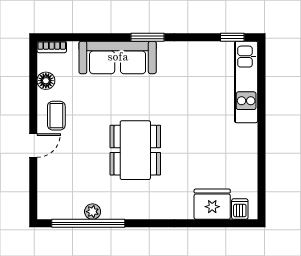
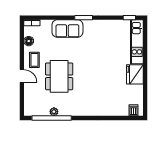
sofa: (118, 57) -> (67, 28), width x0.73
door: (33, 145) -> (22, 76), hinge flipped
dining table: (135, 150) -> (59, 76), moved
fridge: (212, 204) -> (135, 74), moved, turned -90

